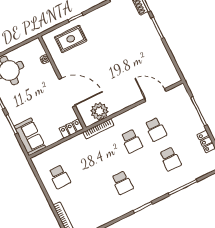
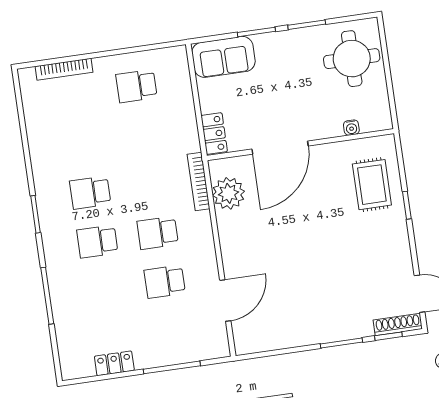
school desk: (170, 159) -> (97, 241), moved

